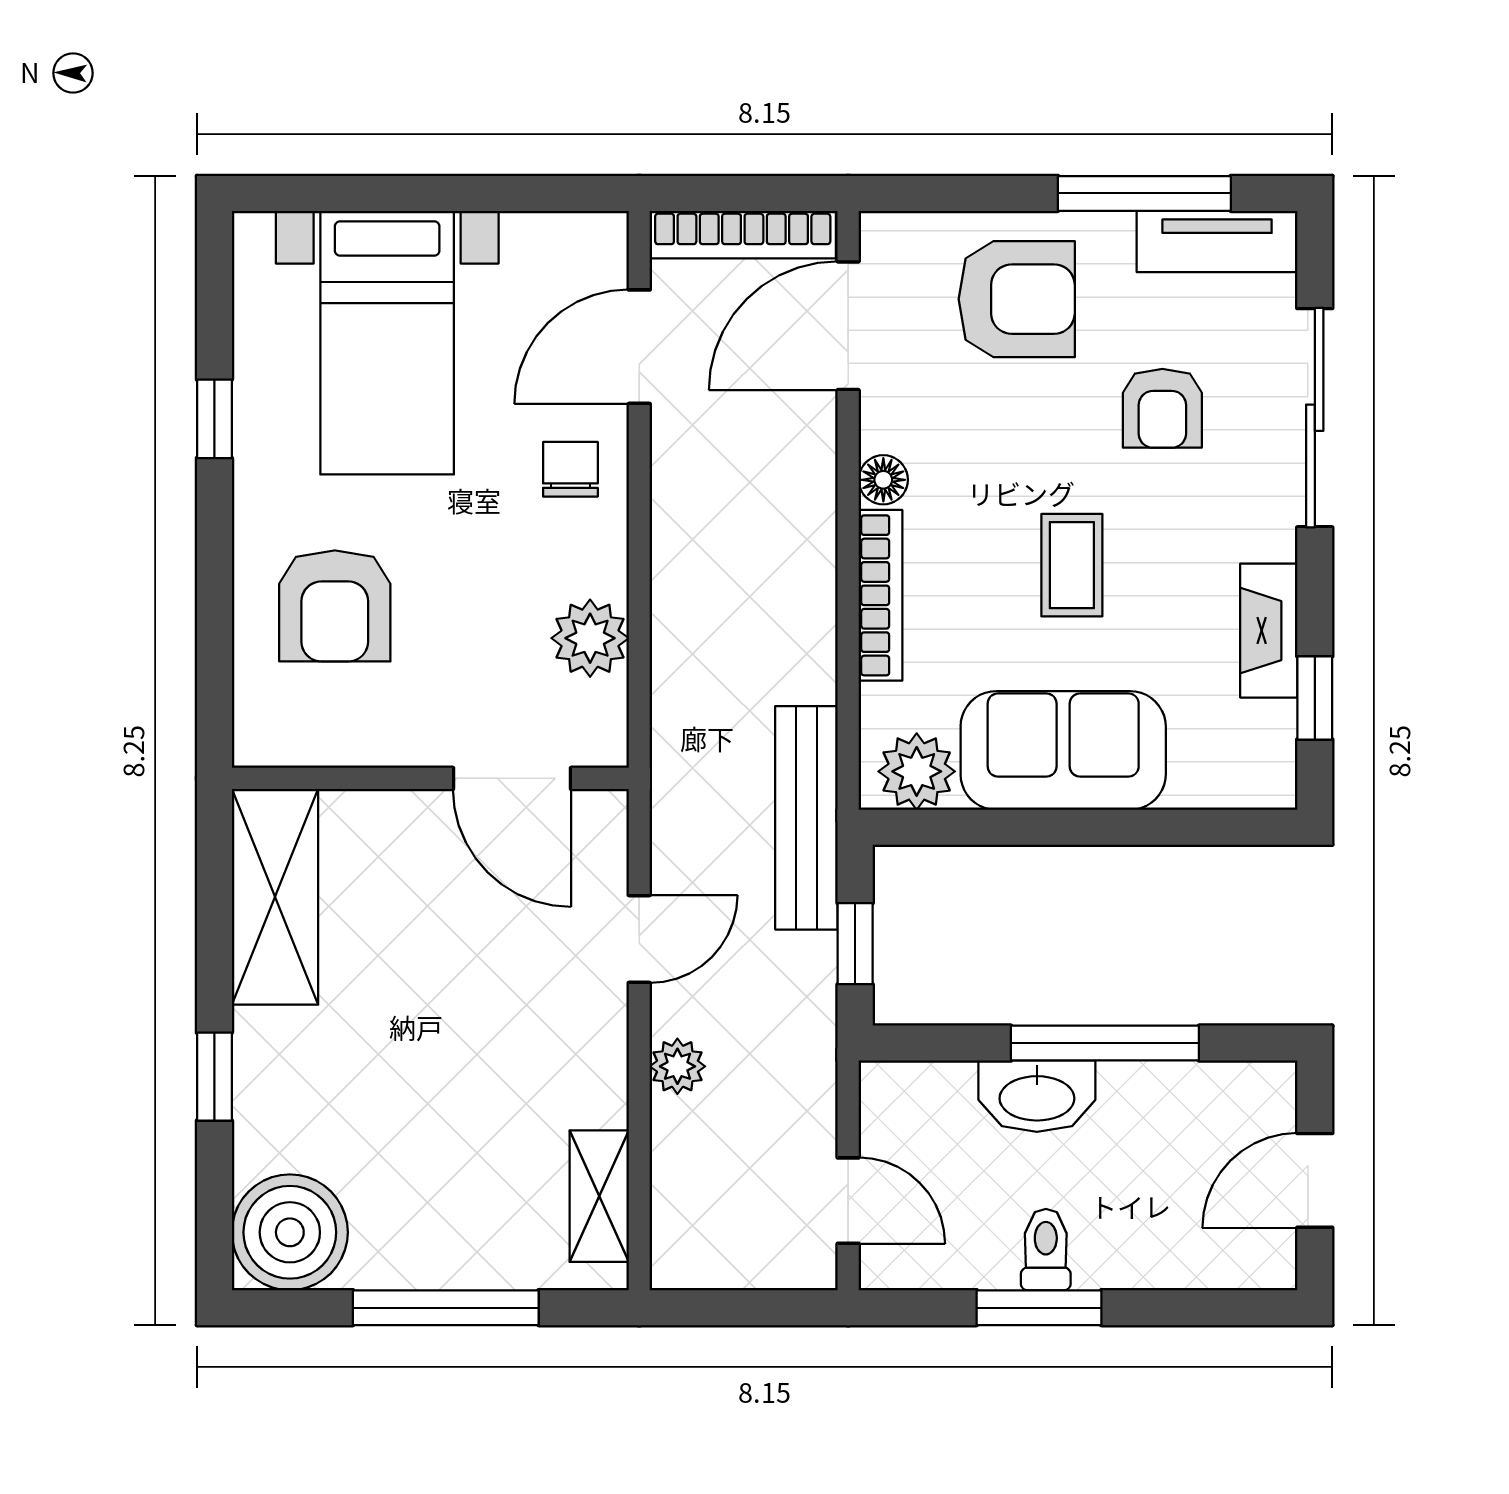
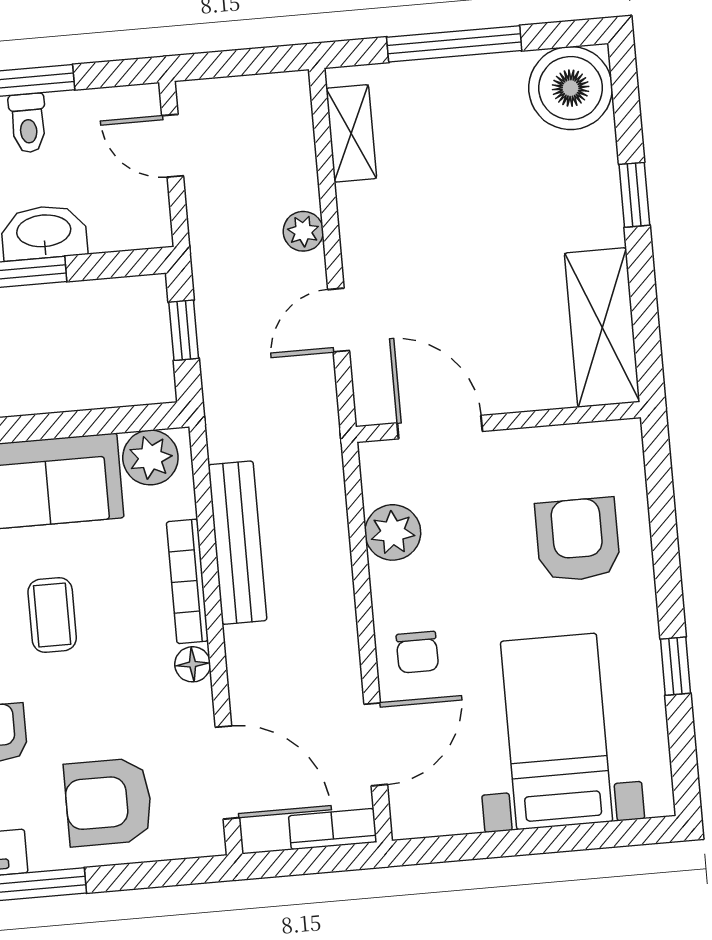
bookcase: (743, 235) -> (333, 829), width x0.64
door: (848, 326) -> (227, 772), hinge flipped
bench: (806, 818) -> (237, 543), moved

